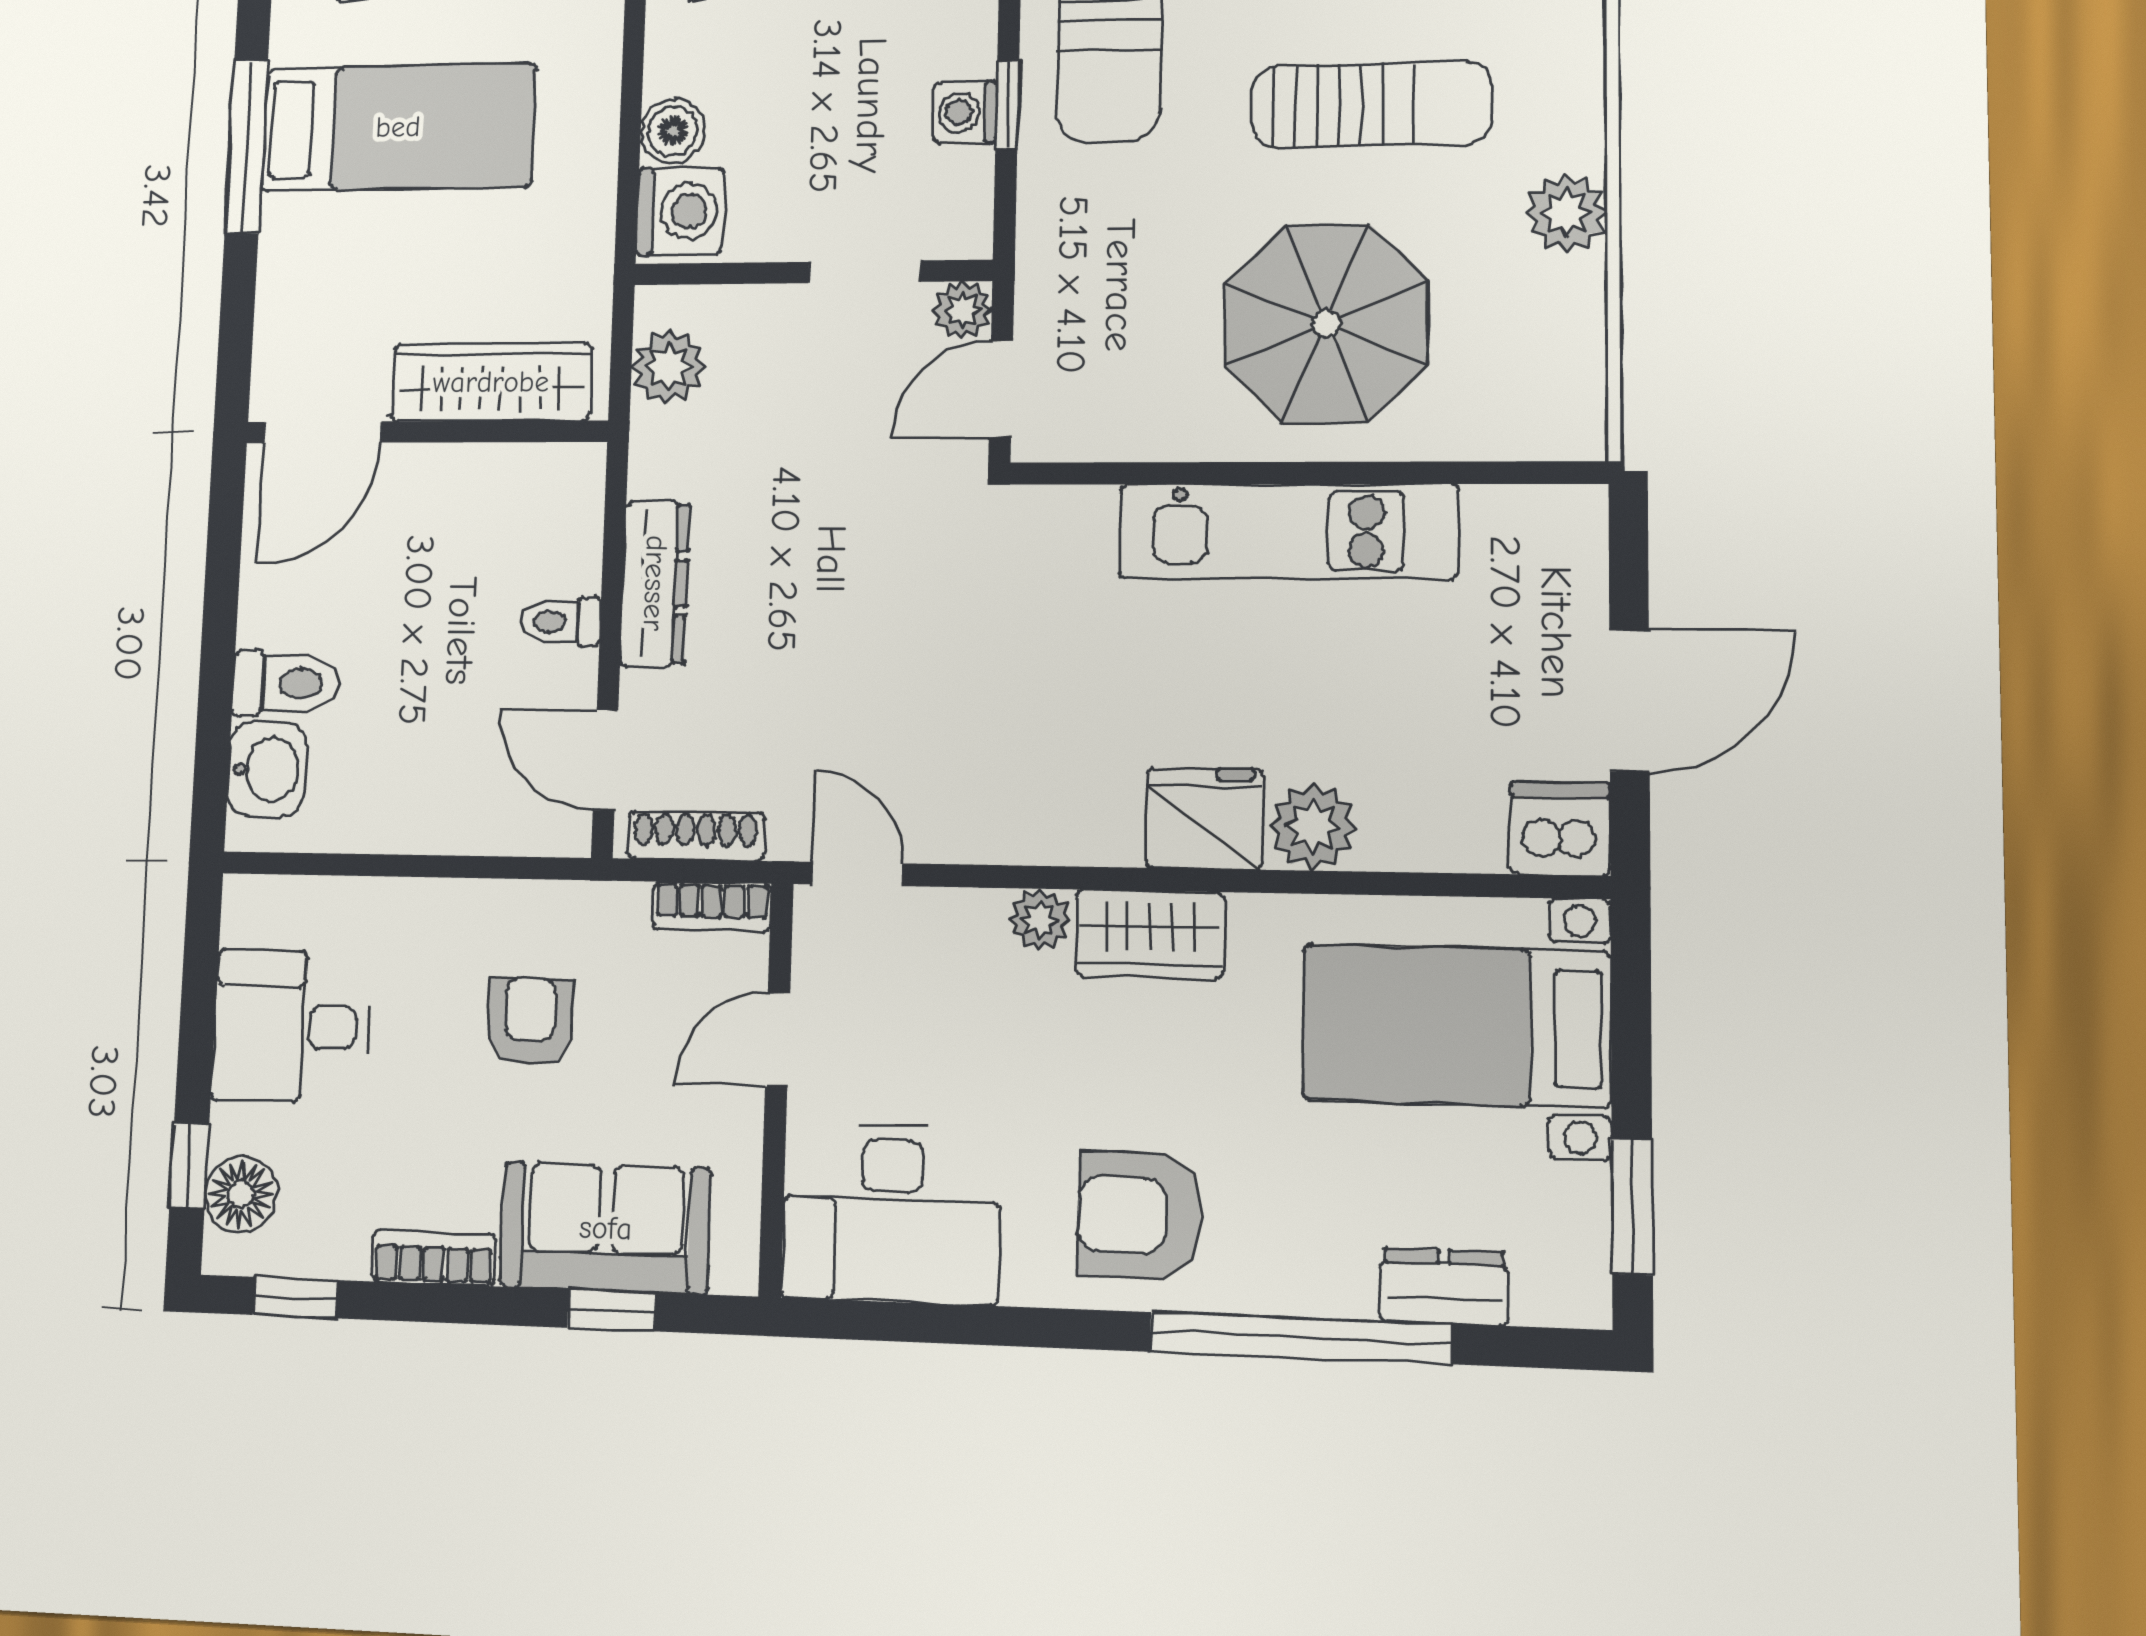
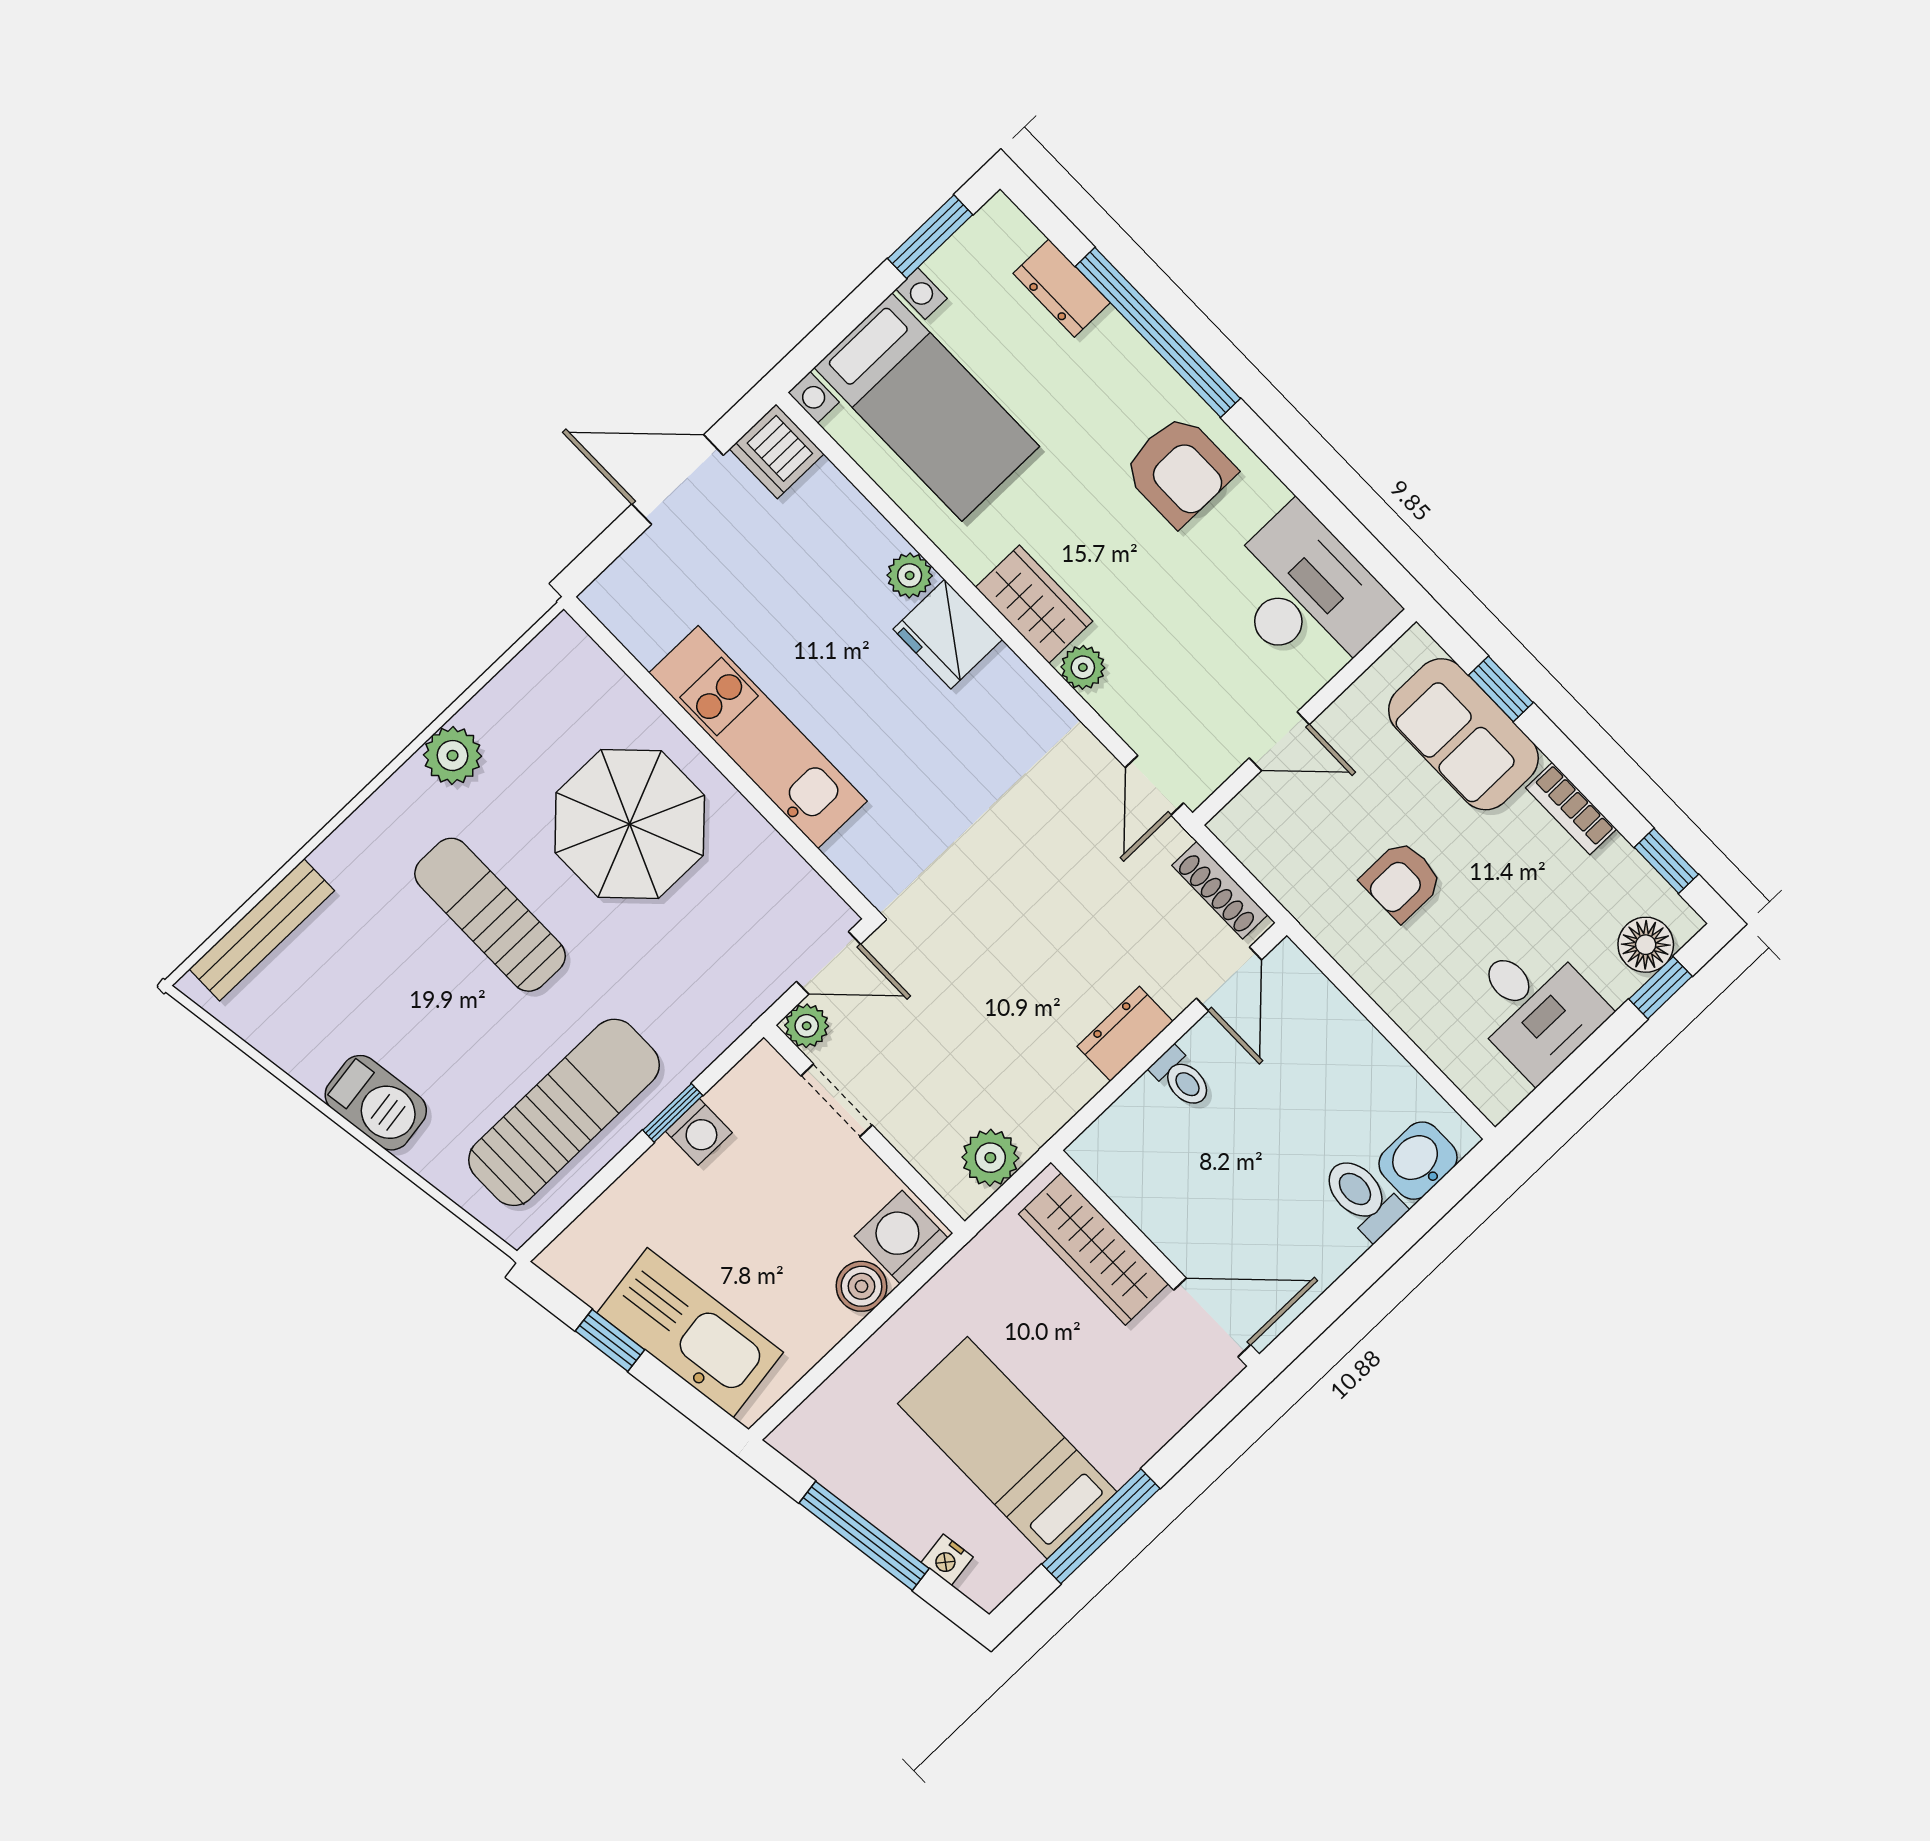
dresser: (655, 583) -> (1125, 1034), width x0.70
plant: (1313, 827) -> (910, 575), width x0.73, depth x0.73
bookcase: (712, 907) -> (1247, 845), removed

